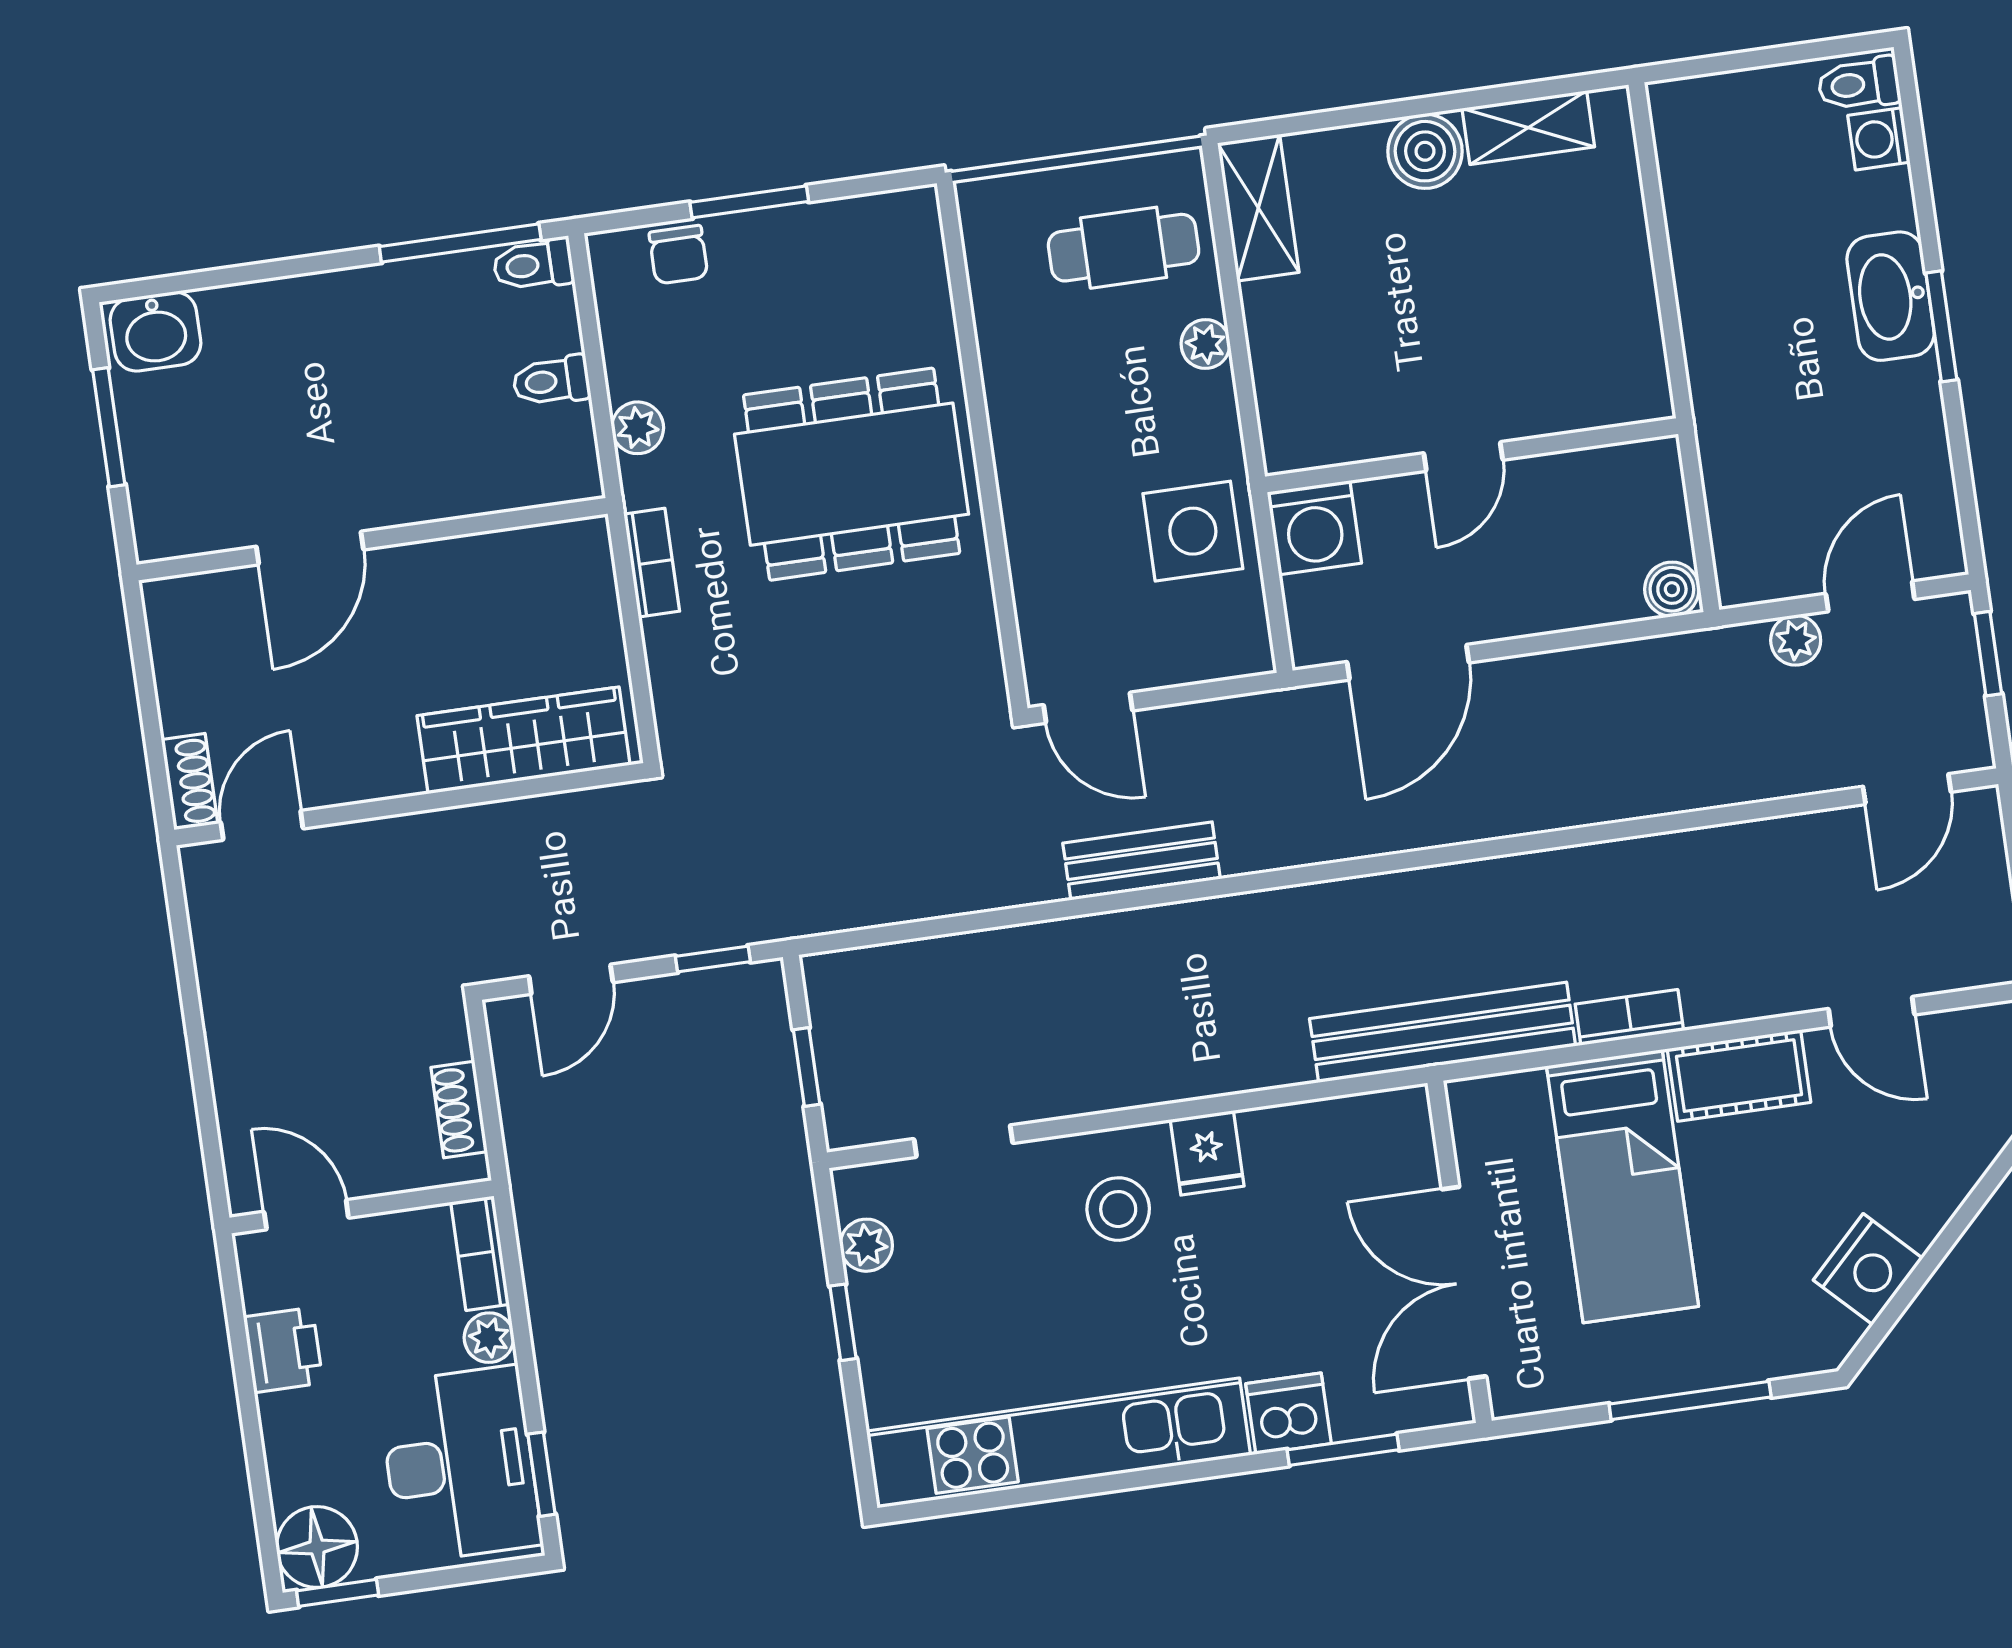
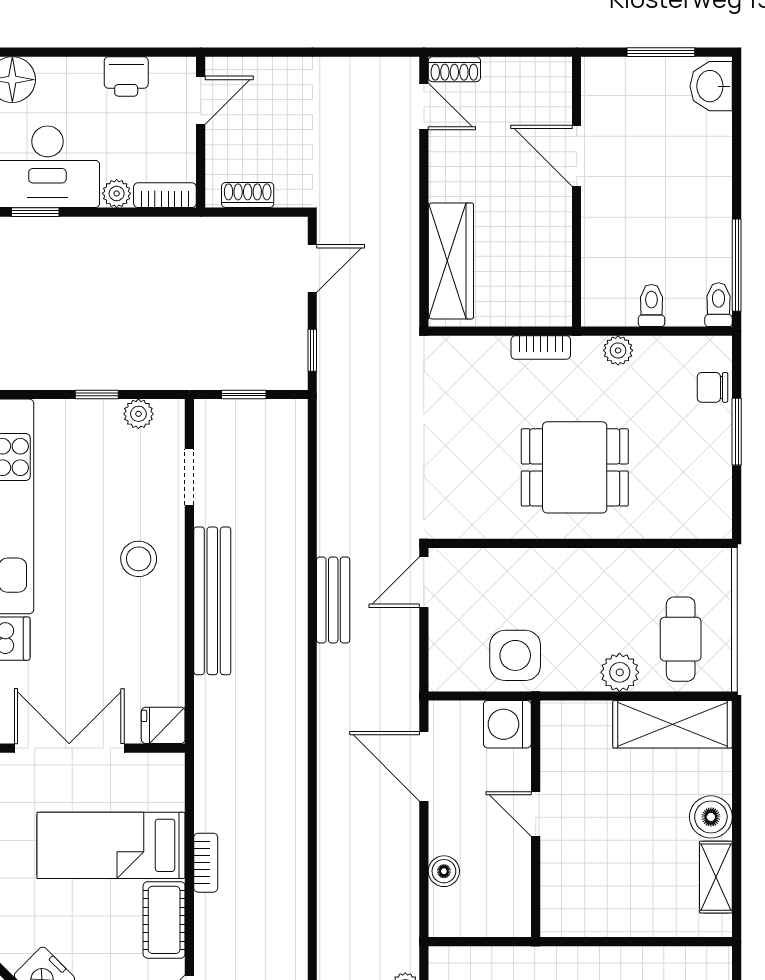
shelving: (1258, 208) -> (673, 724), width x1.50, depth x1.33
plant: (1205, 344) -> (620, 672), width x1.38, depth x1.38
dining table: (852, 474) -> (575, 467), width x0.73
boiler: (1672, 589) -> (444, 871), moved
door: (571, 979) -> (312, 269), swing flipped
bench: (1443, 1032) -> (212, 601), moved
fridge: (1207, 1153) -> (163, 725), moved

